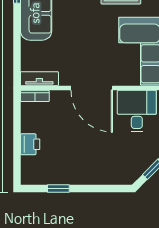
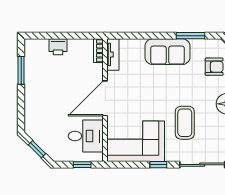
window: (58, 188) -> (21, 70), width x1.50

